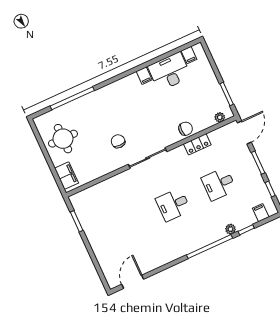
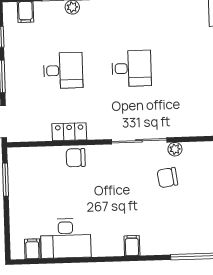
filing cabinet: (144, 76) -> (132, 246), moved
plant: (220, 117) -> (175, 149), moved
chair: (118, 141) -> (167, 178), turned 82

